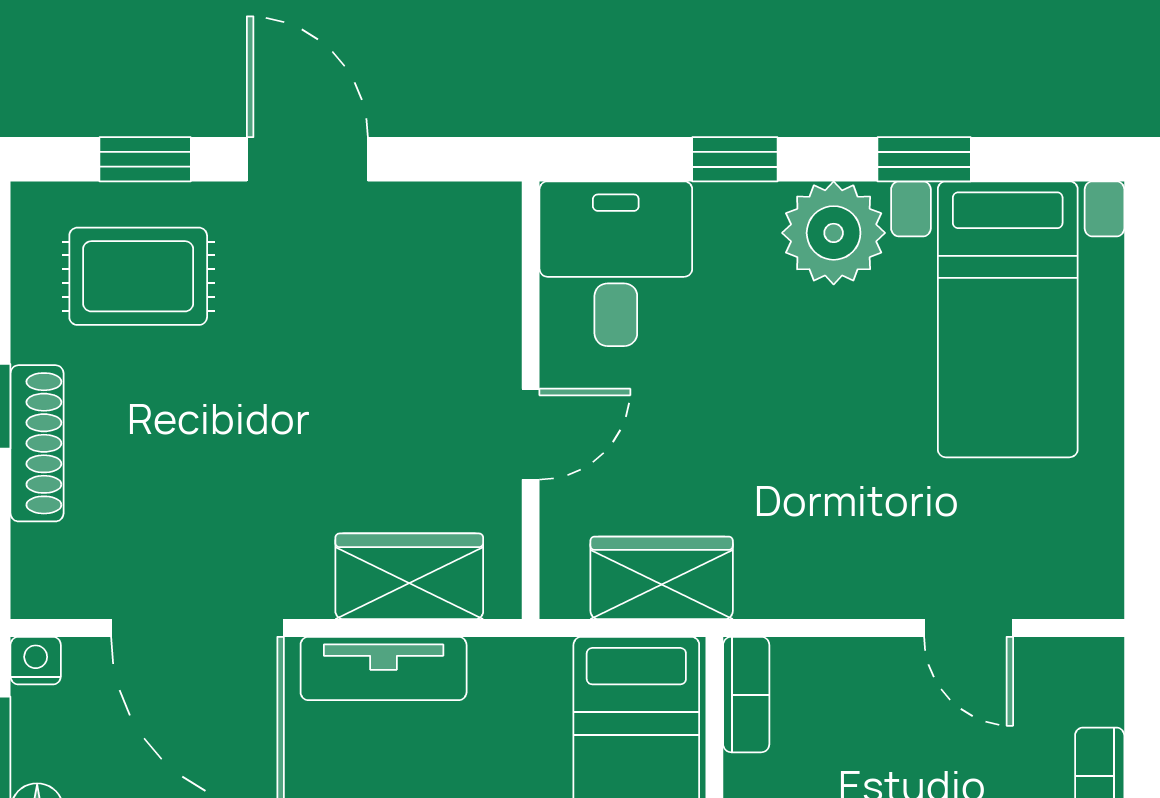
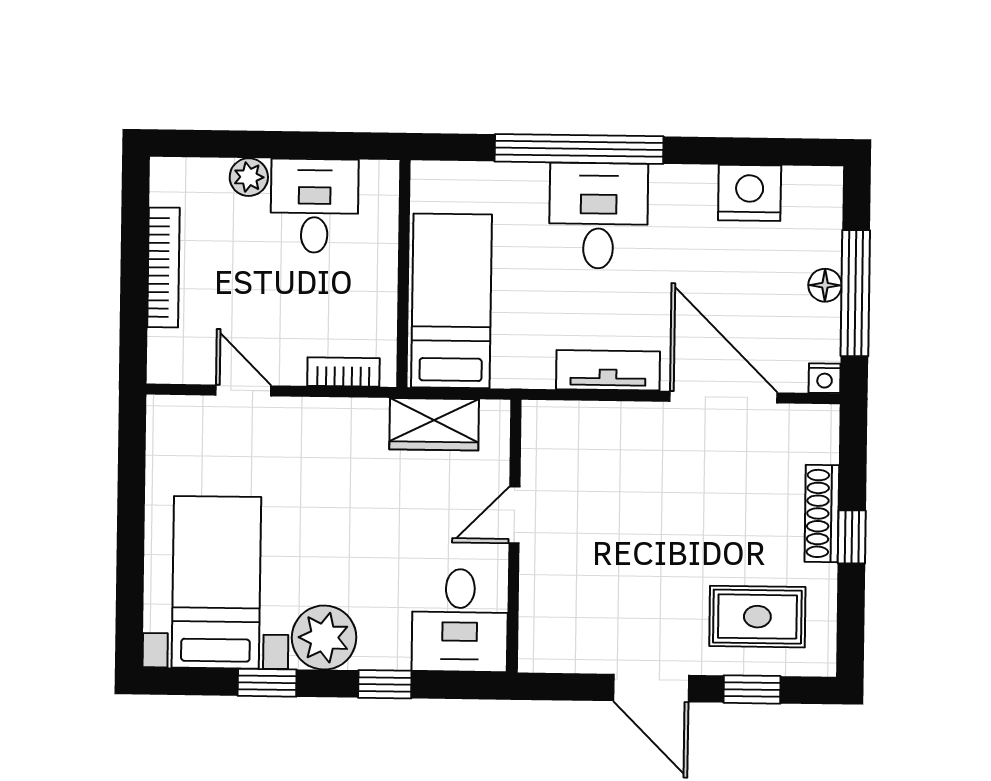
wardrobe: (409, 576) -> (591, 427), removed
bookcase: (746, 695) -> (343, 372), moved, turned 90

